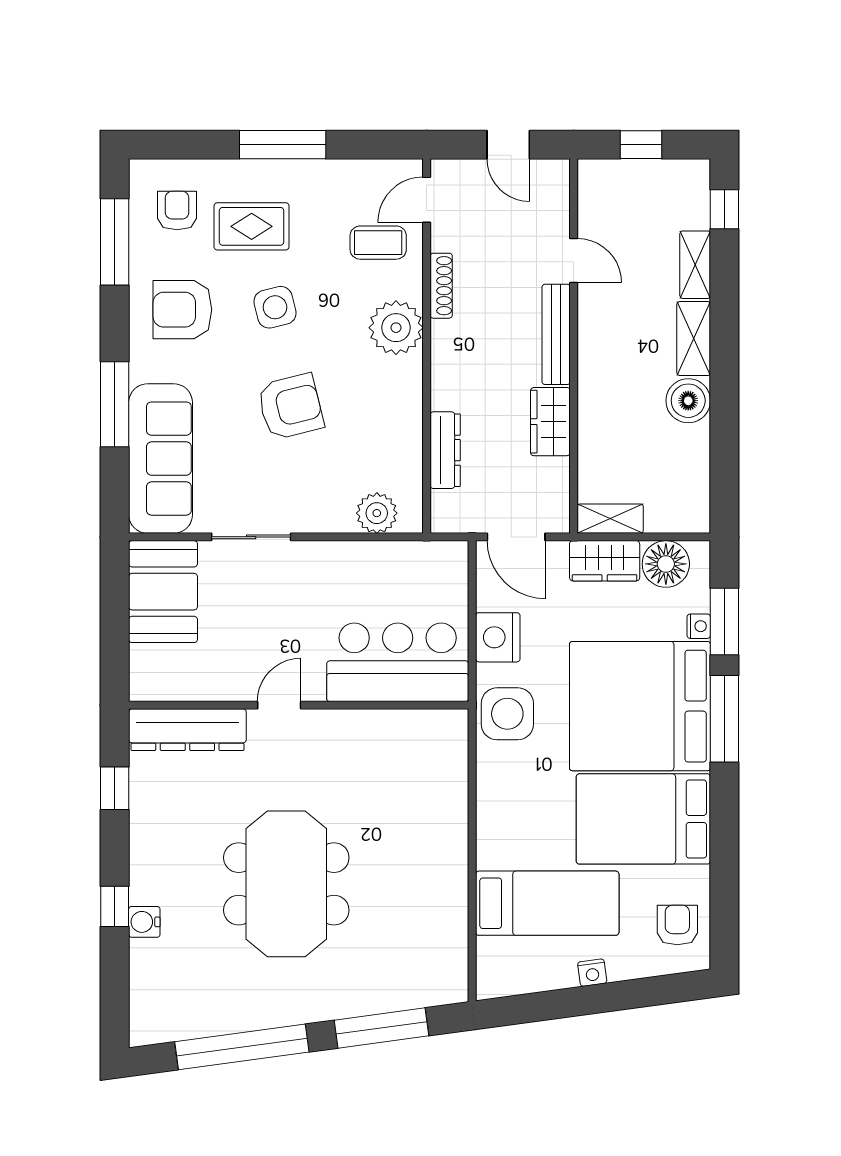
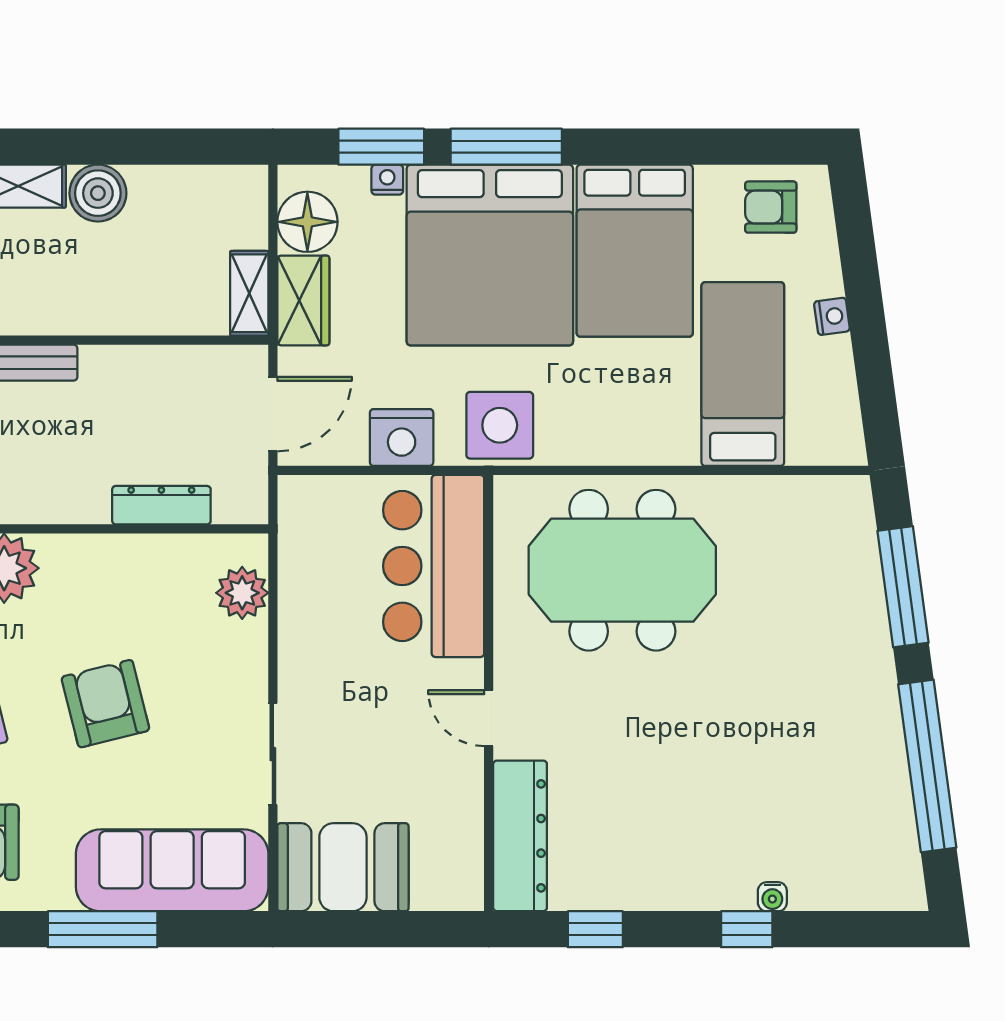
wardrobe: (550, 422) -> (125, 370), removed
meeting table: (286, 884) -> (622, 570), moved
water cooler: (144, 922) -> (772, 897), width x0.72, depth x0.72

